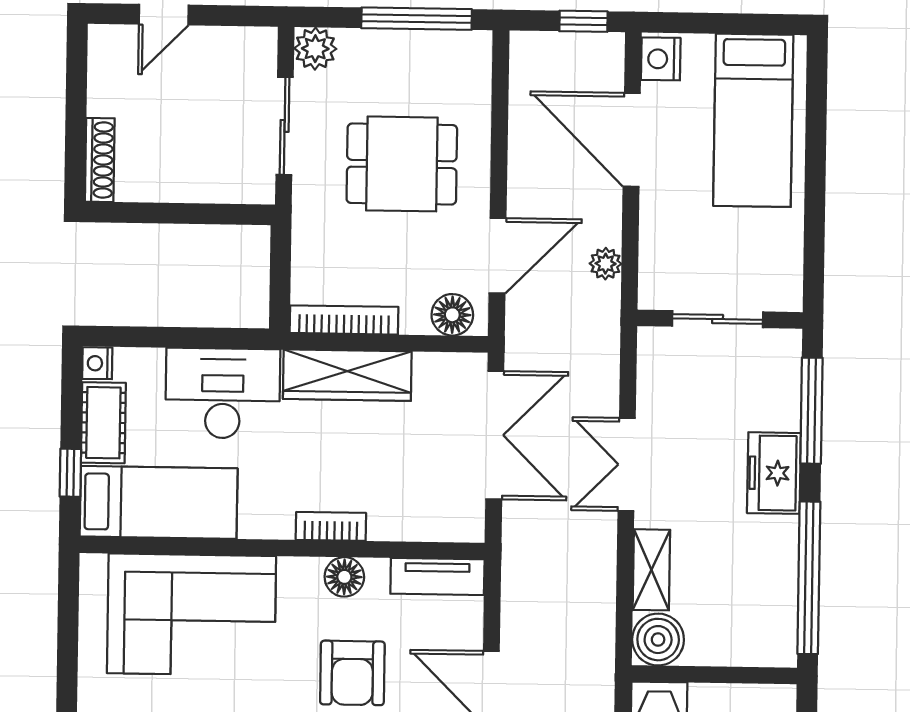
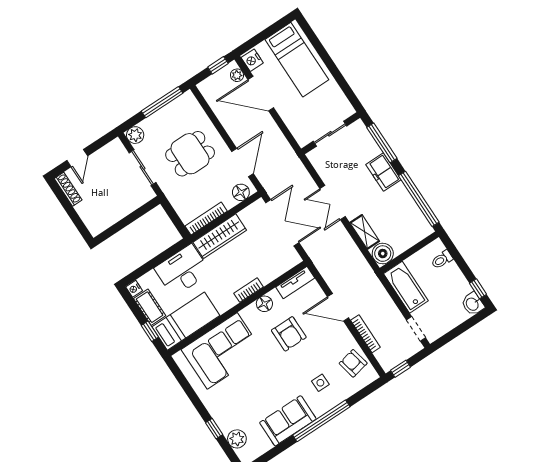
shoe rack: (100, 160) -> (68, 189), moved
plant: (606, 264) -> (237, 75), moved

